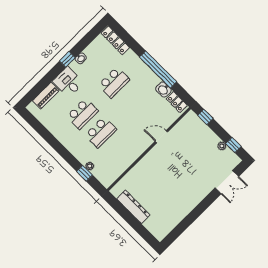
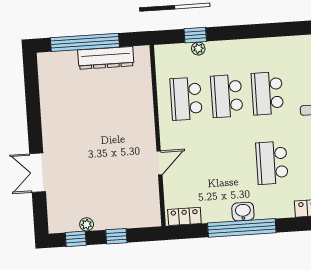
washbasin: (163, 90) -> (243, 212), moved
window: (205, 117) -> (116, 236), moved
school desk: (119, 151) -> (186, 99), added
double door: (227, 182) -> (38, 173), moved
window: (135, 223) -> (85, 42), added

